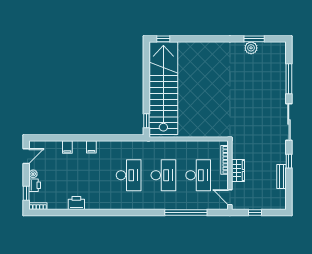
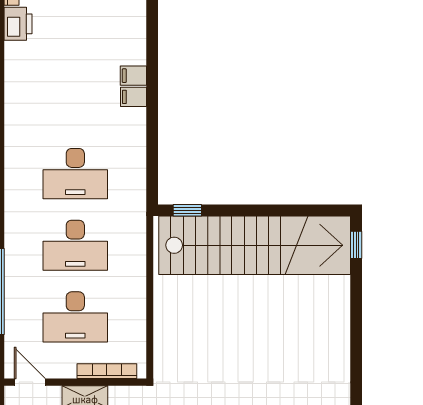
filing cabinet: (67, 147) -> (133, 76), moved
door: (230, 197) -> (30, 382), hinge flipped
printer: (76, 203) -> (18, 24), moved

